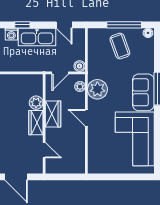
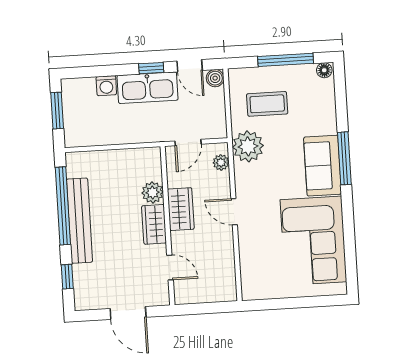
window: (22, 25) -> (151, 68), moved
coffee table: (120, 46) -> (267, 104), moved, turned -70
boiler: (80, 66) -> (215, 78), moved
plant: (97, 89) -> (248, 146), moved

